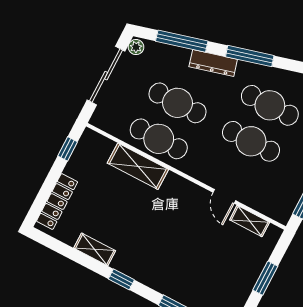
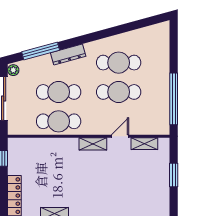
window: (250, 56) -> (89, 38), removed
shelving: (138, 166) -> (93, 144), moved, width x0.67, depth x0.75
door: (224, 196) -> (120, 136), swing flipped

